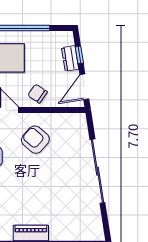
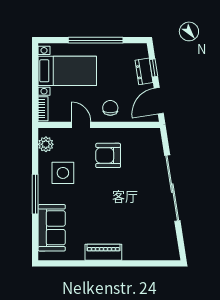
chair: (38, 94) -> (110, 108), turned 56
armchair: (35, 140) -> (108, 155), turned -41

